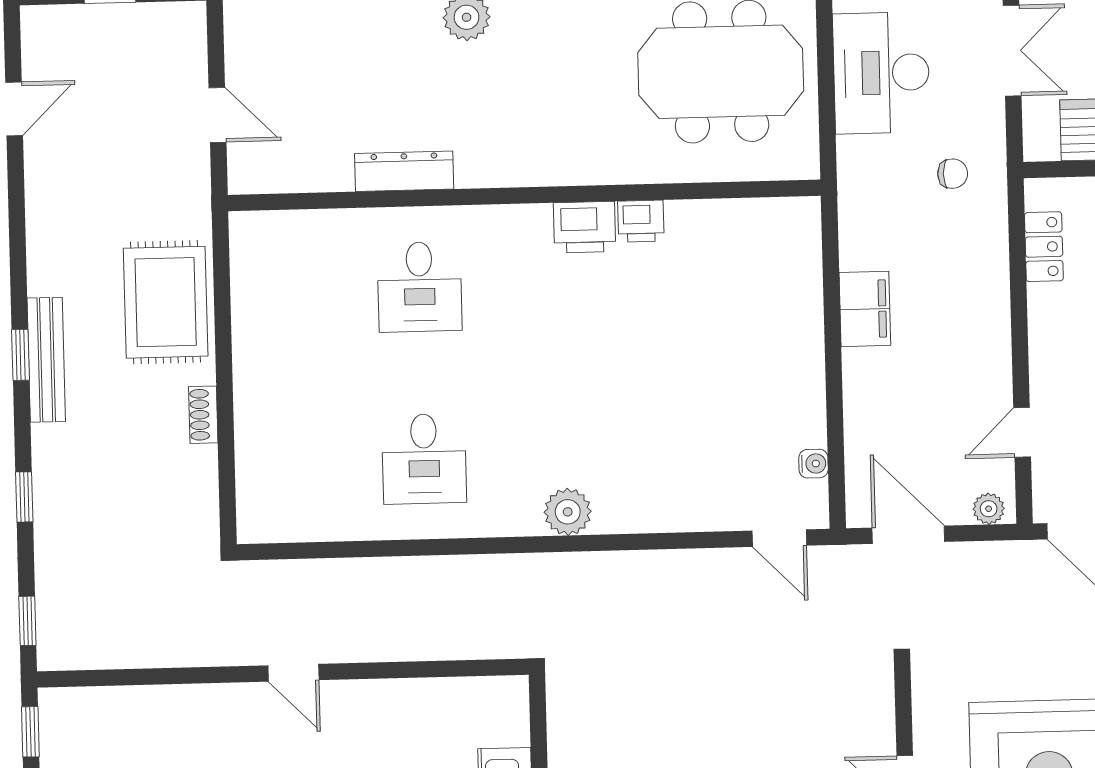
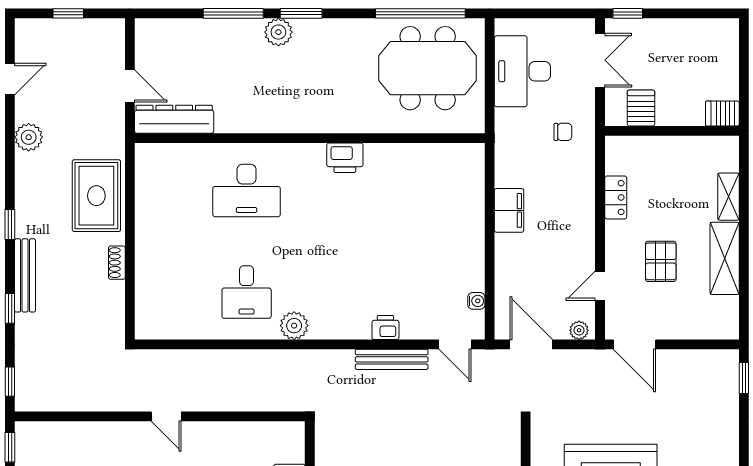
dresser: (404, 171) -> (174, 119), moved, width x1.37, depth x1.24
plant: (48, 206) -> (29, 137), added
printer: (641, 221) -> (385, 327), moved, turned 180
locker: (1044, 247) -> (616, 197), moved
desk: (420, 287) -> (247, 190), width x1.37
bench: (46, 360) -> (25, 275), moved
plant: (568, 512) -> (294, 326), moved
bench: (673, 566) -> (392, 359), added

